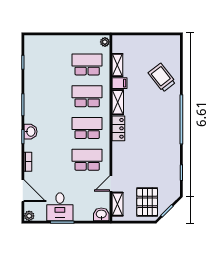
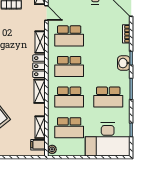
desk: (47, 52) -> (108, 139), added
filing cabinet: (119, 83) -> (38, 145), moved
school desk: (47, 96) -> (108, 97), added
shelving: (117, 153) -> (40, 42), added
door: (111, 183) -> (46, 13), hinge flipped

